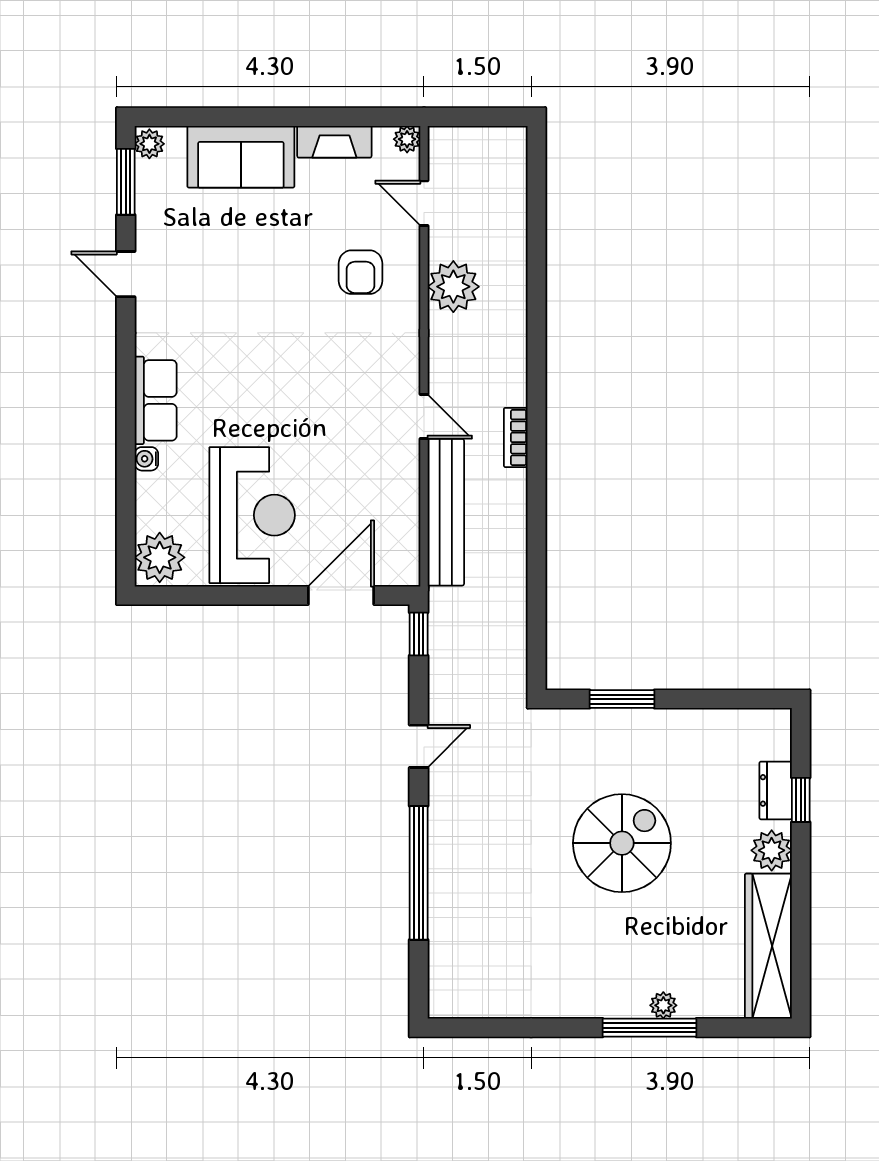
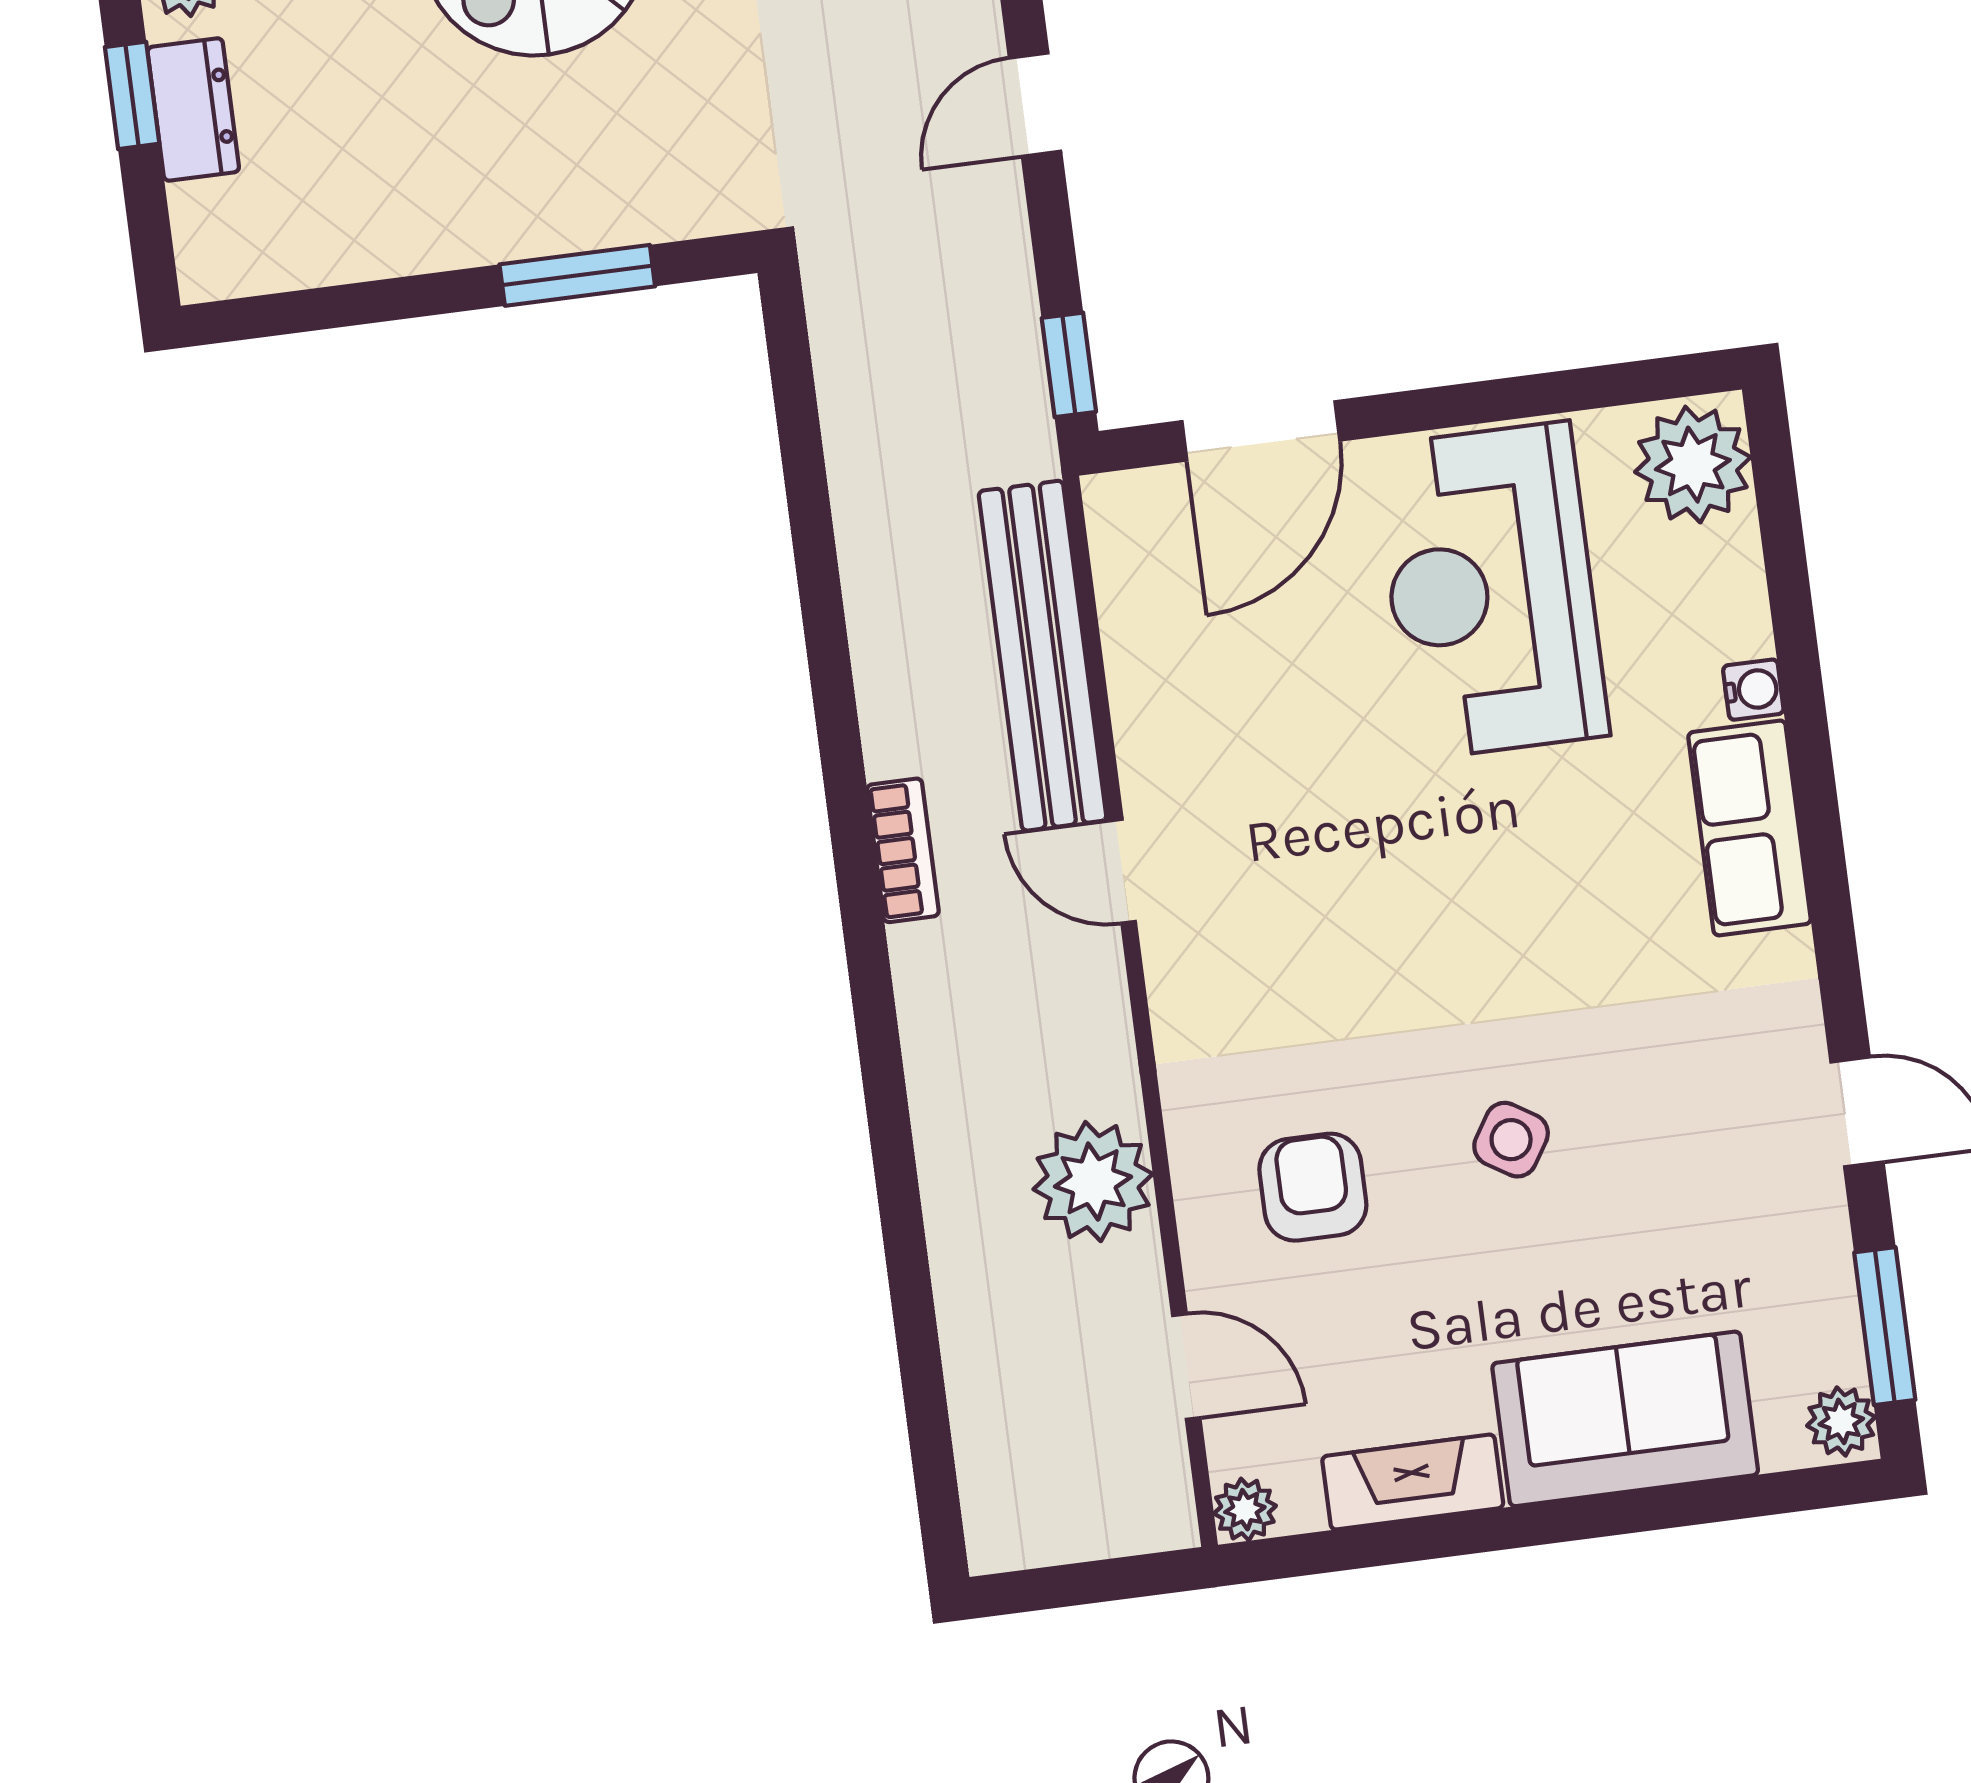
side table: (274, 281) -> (1511, 1140), added

